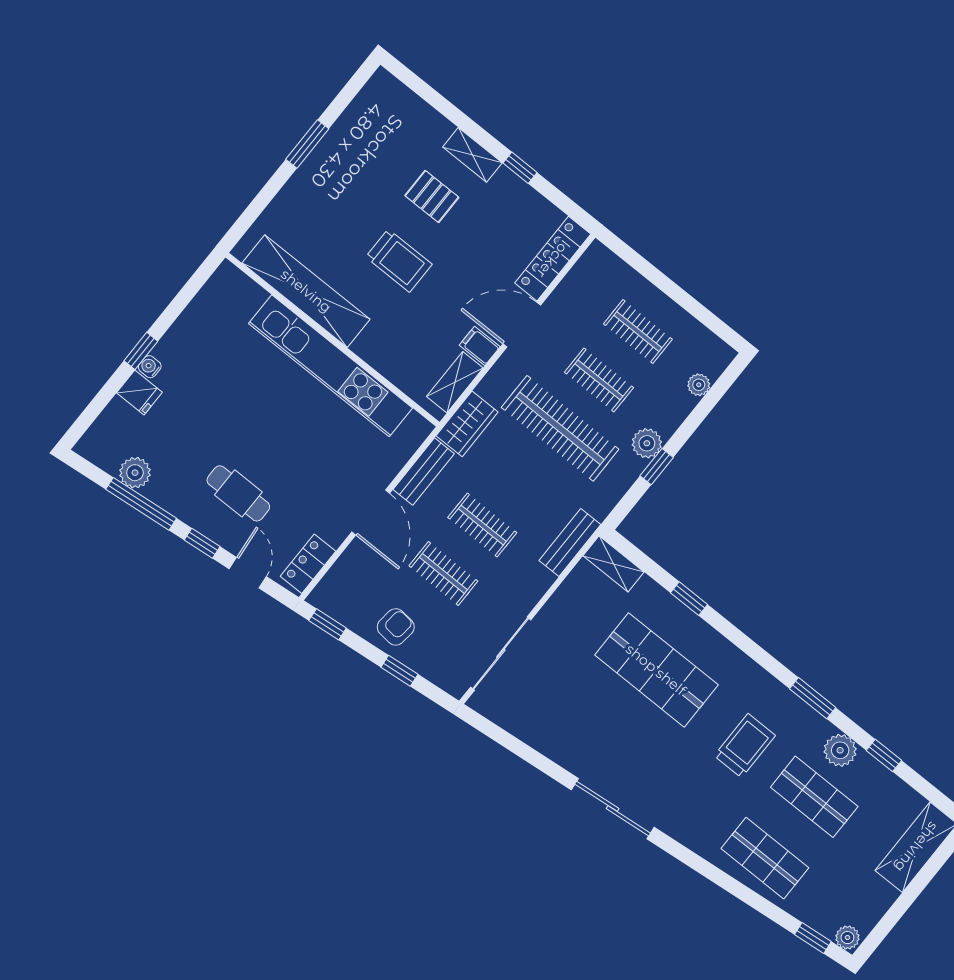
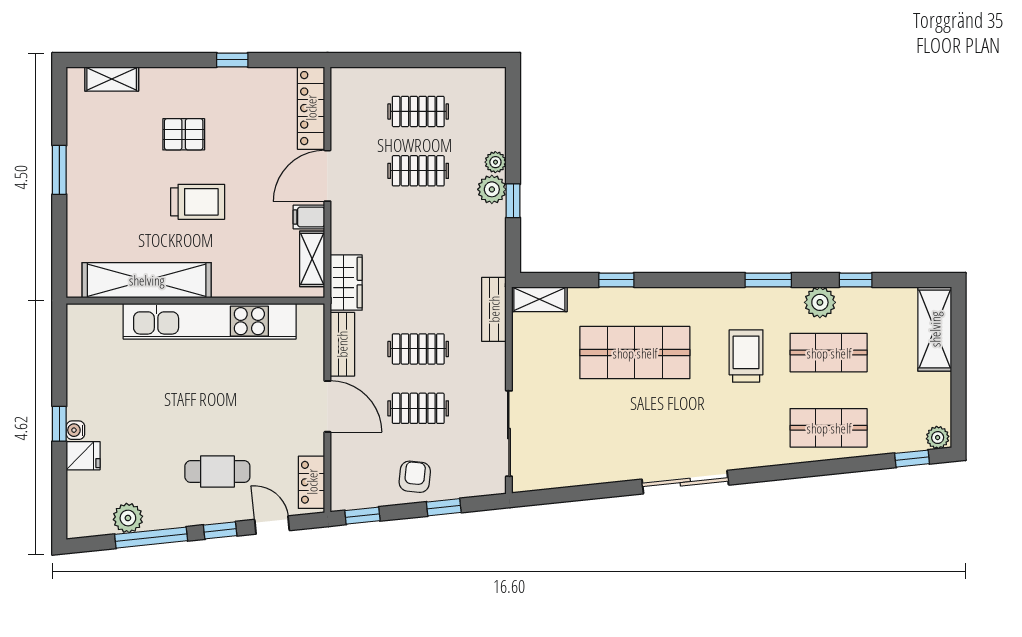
shelving: (472, 155) -> (112, 79), moved
plant: (699, 385) -> (495, 162), moved
clothes rail: (560, 428) -> (418, 230), removed

